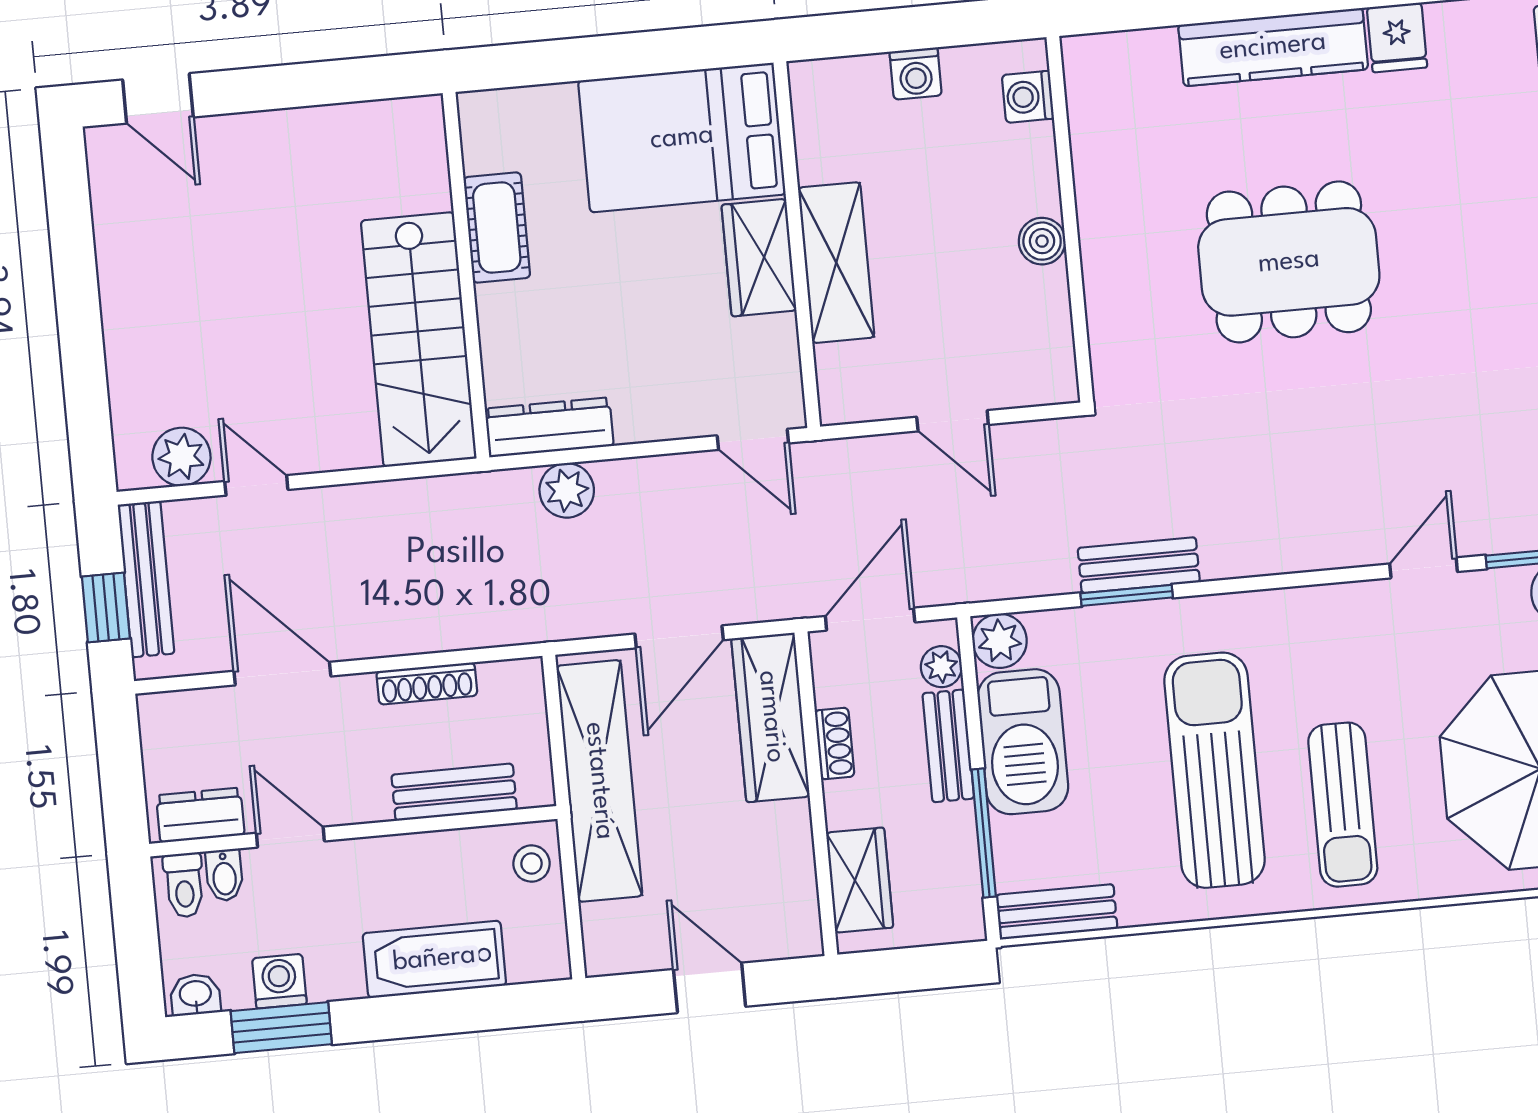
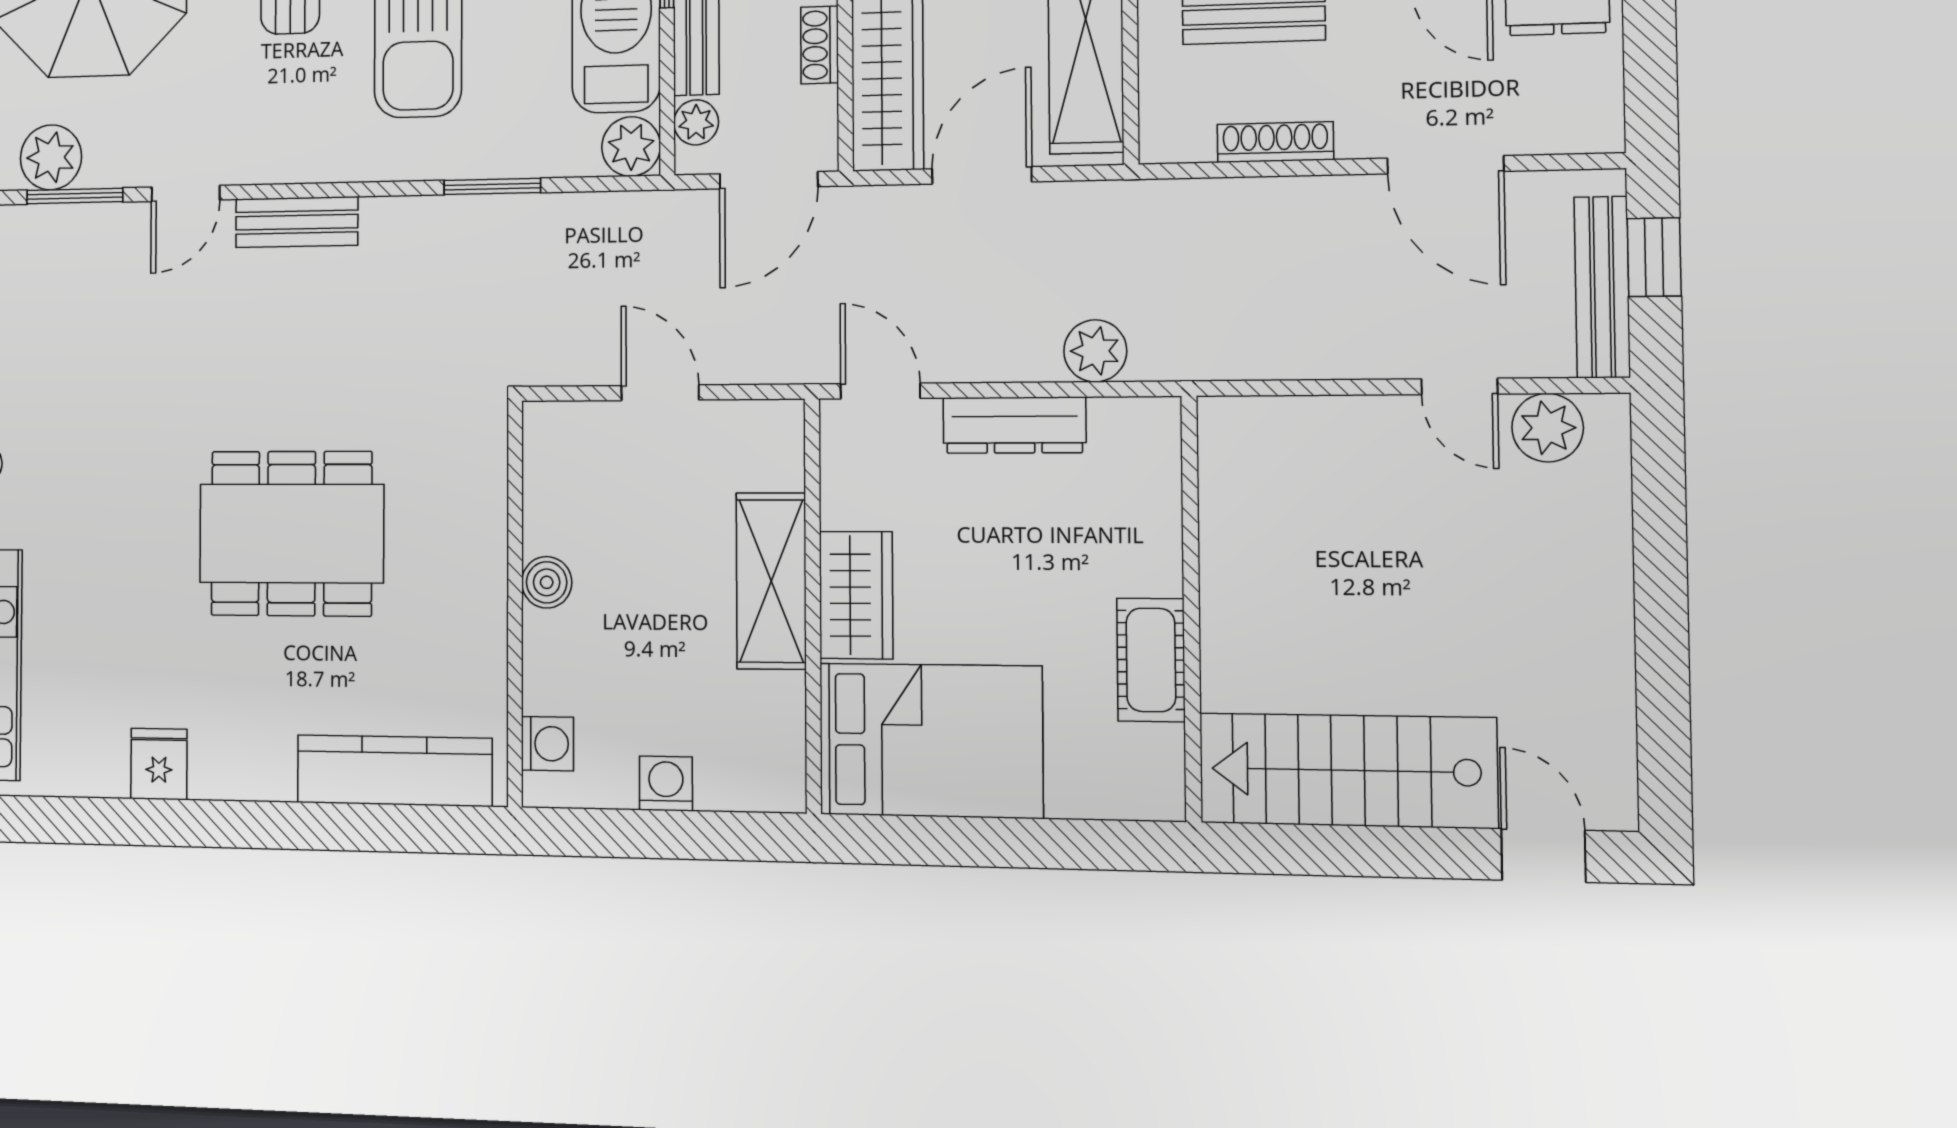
kitchen counter: (1273, 47) -> (394, 771), moved
stairs: (419, 340) -> (1348, 770), moved, turned -90
dresser: (549, 427) -> (1014, 425), moved
bench: (1139, 565) -> (297, 222), moved

